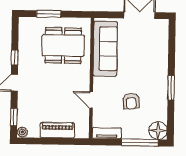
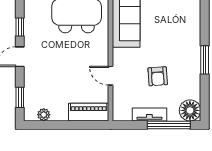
piano: (57, 130) -> (89, 112), moved
plant: (22, 132) -> (44, 115), moved
tv unit: (107, 133) -> (149, 115), moved

